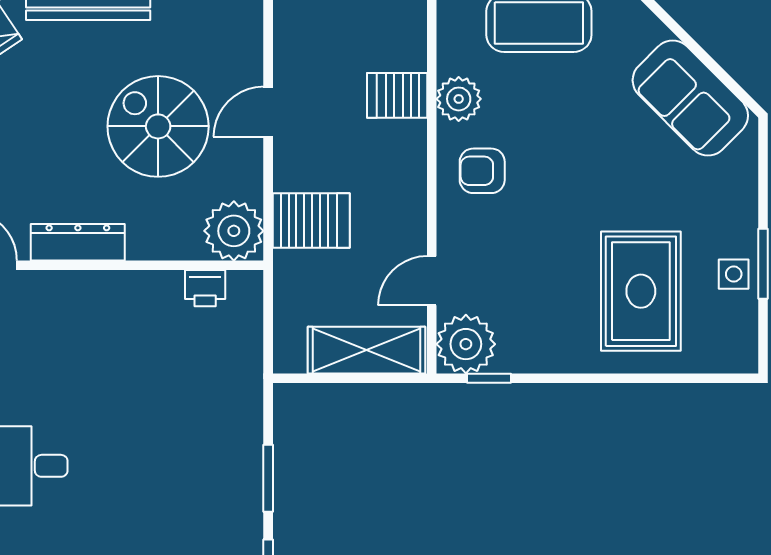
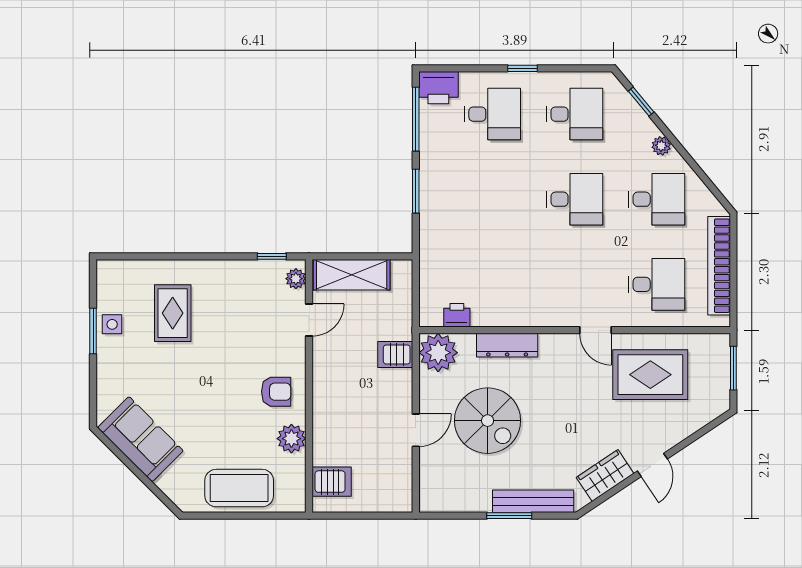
server rack: (397, 95) -> (332, 482), moved
server rack: (311, 221) -> (395, 354), width x0.73, depth x0.70
dresser: (78, 242) -> (507, 345), moved
rug: (641, 291) -> (173, 313), width x0.73, depth x0.70
plant: (466, 344) -> (296, 279), width x0.53, depth x0.53

